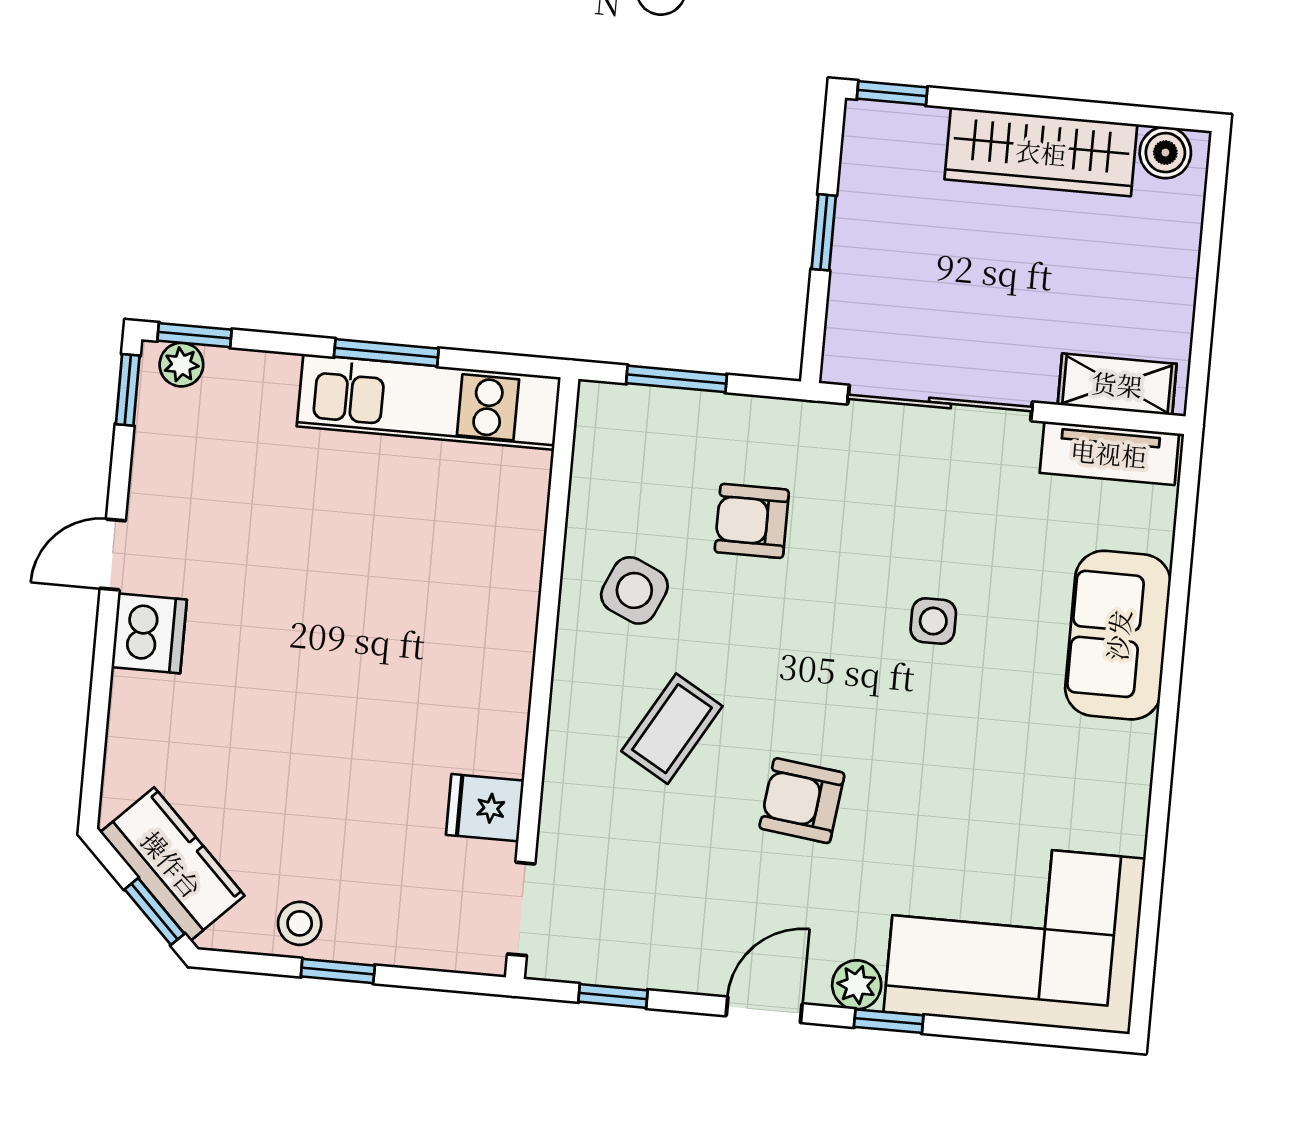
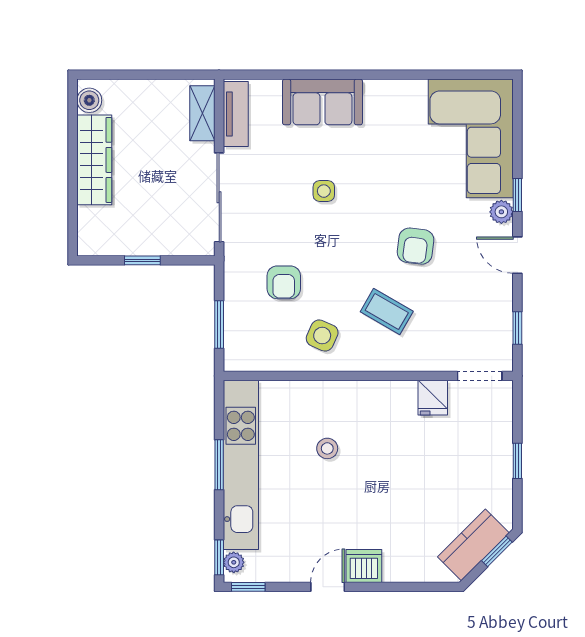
window: (892, 93) -> (73, 234), removed
kitchen unit: (429, 402) -> (241, 465), width x1.36
door: (113, 554) -> (328, 587), swing flipped
stool: (300, 923) -> (327, 448), moved

